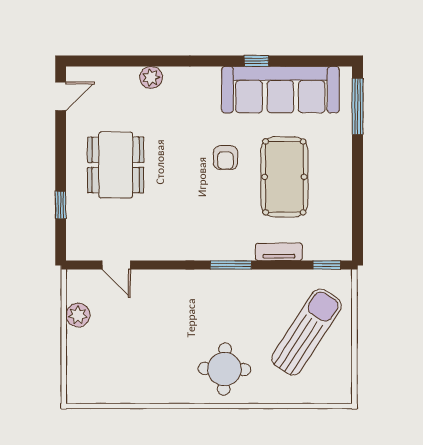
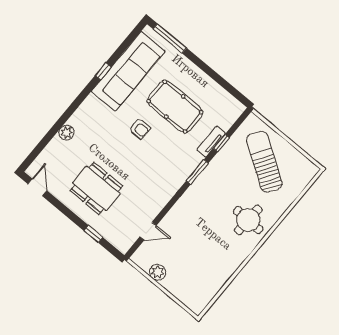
window: (327, 265) -> (221, 143), moved

